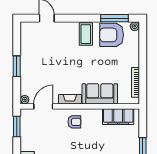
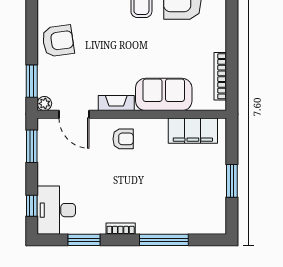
armchair: (33, 60) -> (58, 41), added
window: (17, 66) -> (32, 81), moved
door: (43, 106) -> (74, 114), swing flipped

